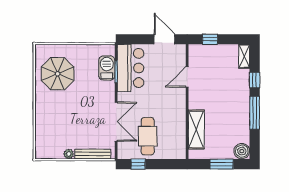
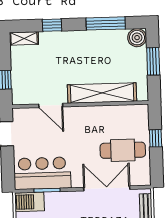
barbecue: (107, 68) -> (29, 202), moved
window: (255, 113) -> (106, 23), moved
shelving: (196, 129) -> (102, 93), width x1.47
window: (138, 164) -> (156, 138), moved

